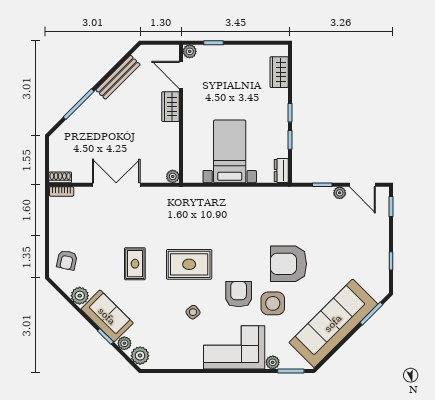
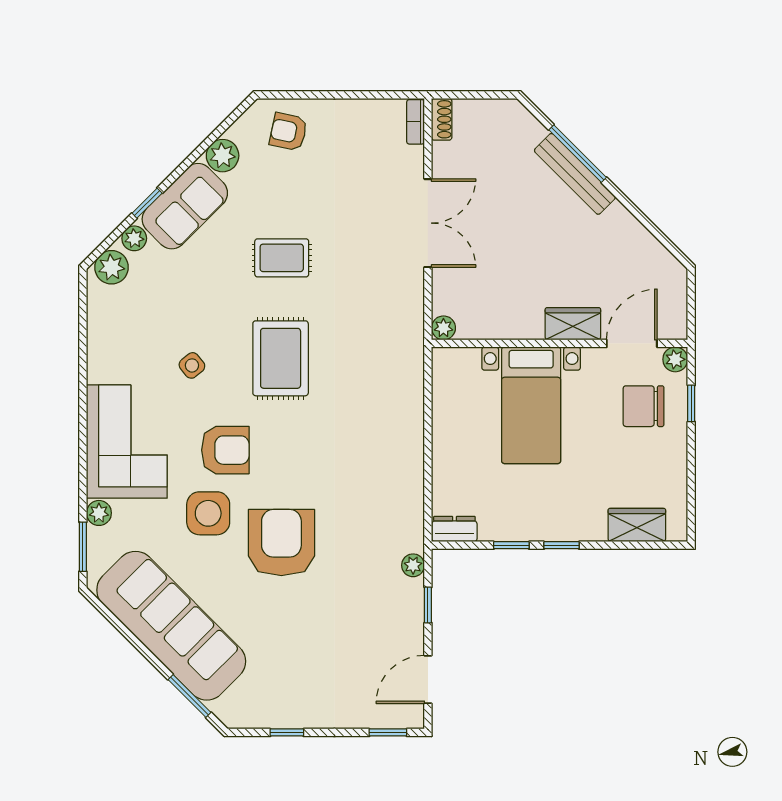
chair: (215, 69) -> (644, 406), added
bench: (118, 77) -> (575, 174), moved
bed with nightstands: (230, 151) -> (531, 405), moved, turned 90
plant: (340, 193) -> (413, 565), moved

